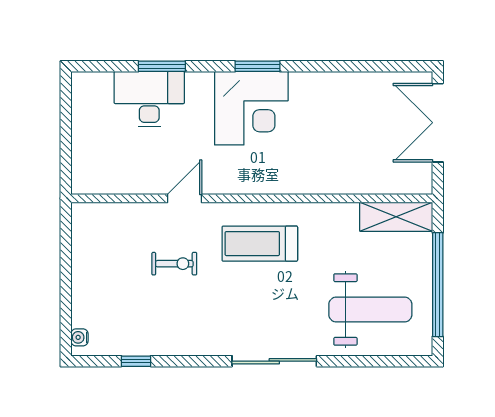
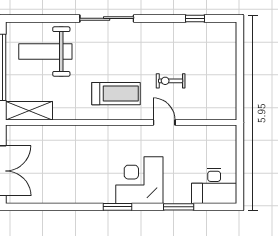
desk: (149, 99) -> (214, 186), moved
corner desk: (251, 108) -> (139, 180), moved
door: (185, 198) -> (164, 122), swing flipped
water cooler: (79, 337) -> (231, 34), removed

